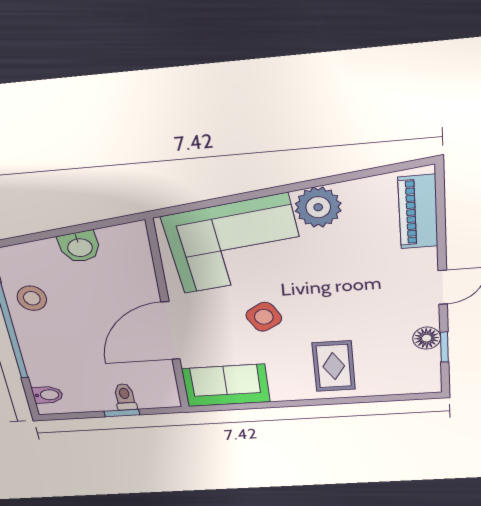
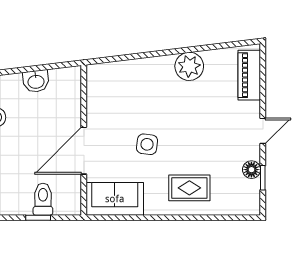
corner sofa: (235, 244) -> (135, 88), removed
side table: (264, 317) -> (147, 144), turned 37
rug: (334, 366) -> (189, 188), turned 90
toilet: (125, 397) -> (43, 199), width x1.37, depth x1.39

